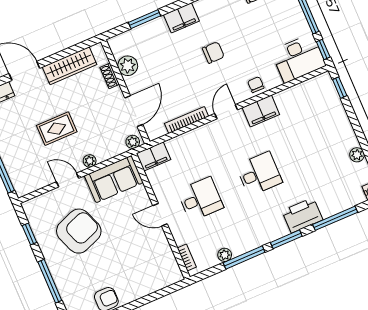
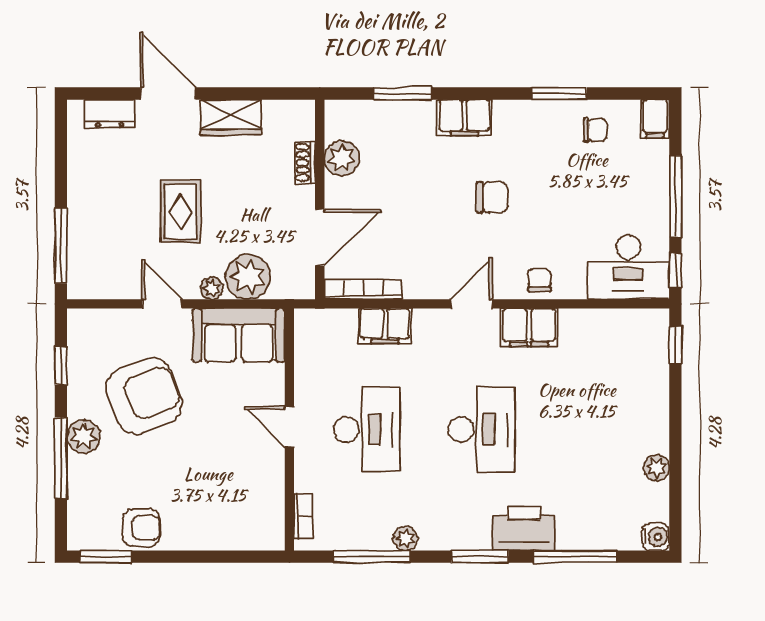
wardrobe: (70, 66) -> (231, 117), width x0.67
bookcase: (187, 120) -> (363, 289), moved
rug: (57, 129) -> (180, 212), turned 90
plant: (133, 142) -> (248, 277), moved, width x1.87, depth x1.87
filing cabinet: (154, 156) -> (385, 326), moved
desk: (259, 174) -> (482, 430), width x1.37
desk: (200, 199) -> (367, 430), width x1.37
plant: (225, 255) -> (405, 539), moved
window: (244, 258) -> (372, 557), moved
plant: (57, 265) -> (84, 437), added

